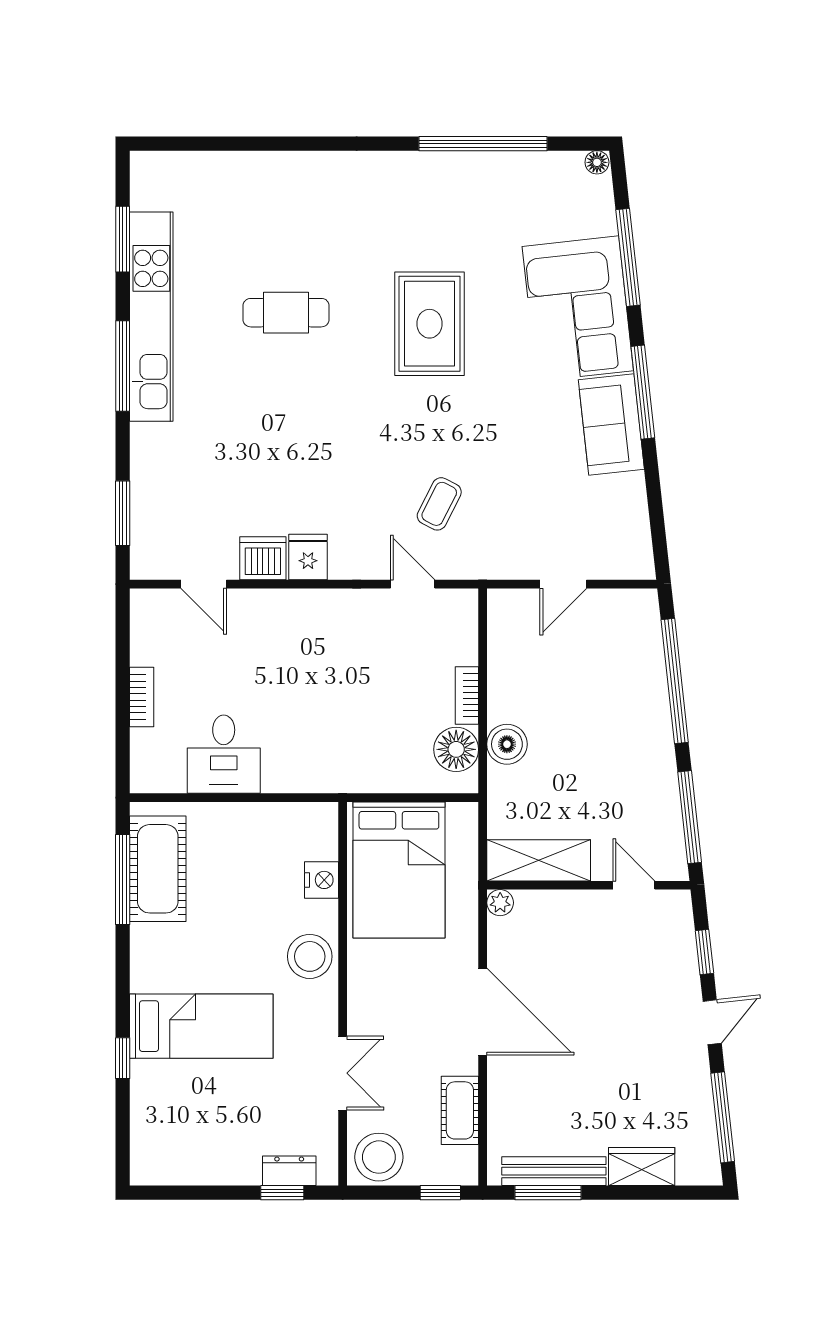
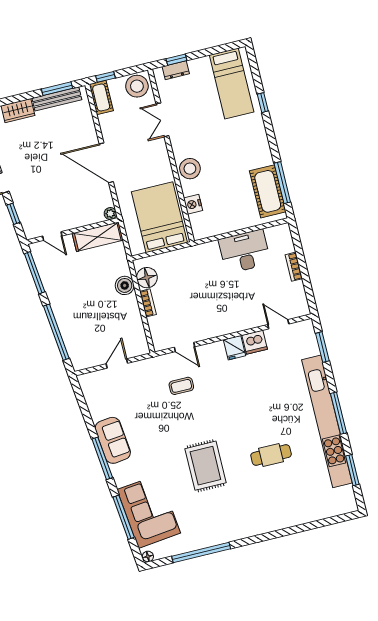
corner sofa: (578, 309) -> (149, 511), moved
kitchen unit: (151, 317) -> (327, 421), width x1.36
coffee table: (439, 504) -> (181, 386), turned 63
desk: (224, 754) -> (245, 251), width x1.37
bed: (201, 1026) -> (232, 83), moved, turned -90
cot: (460, 1110) -> (101, 97), moved

